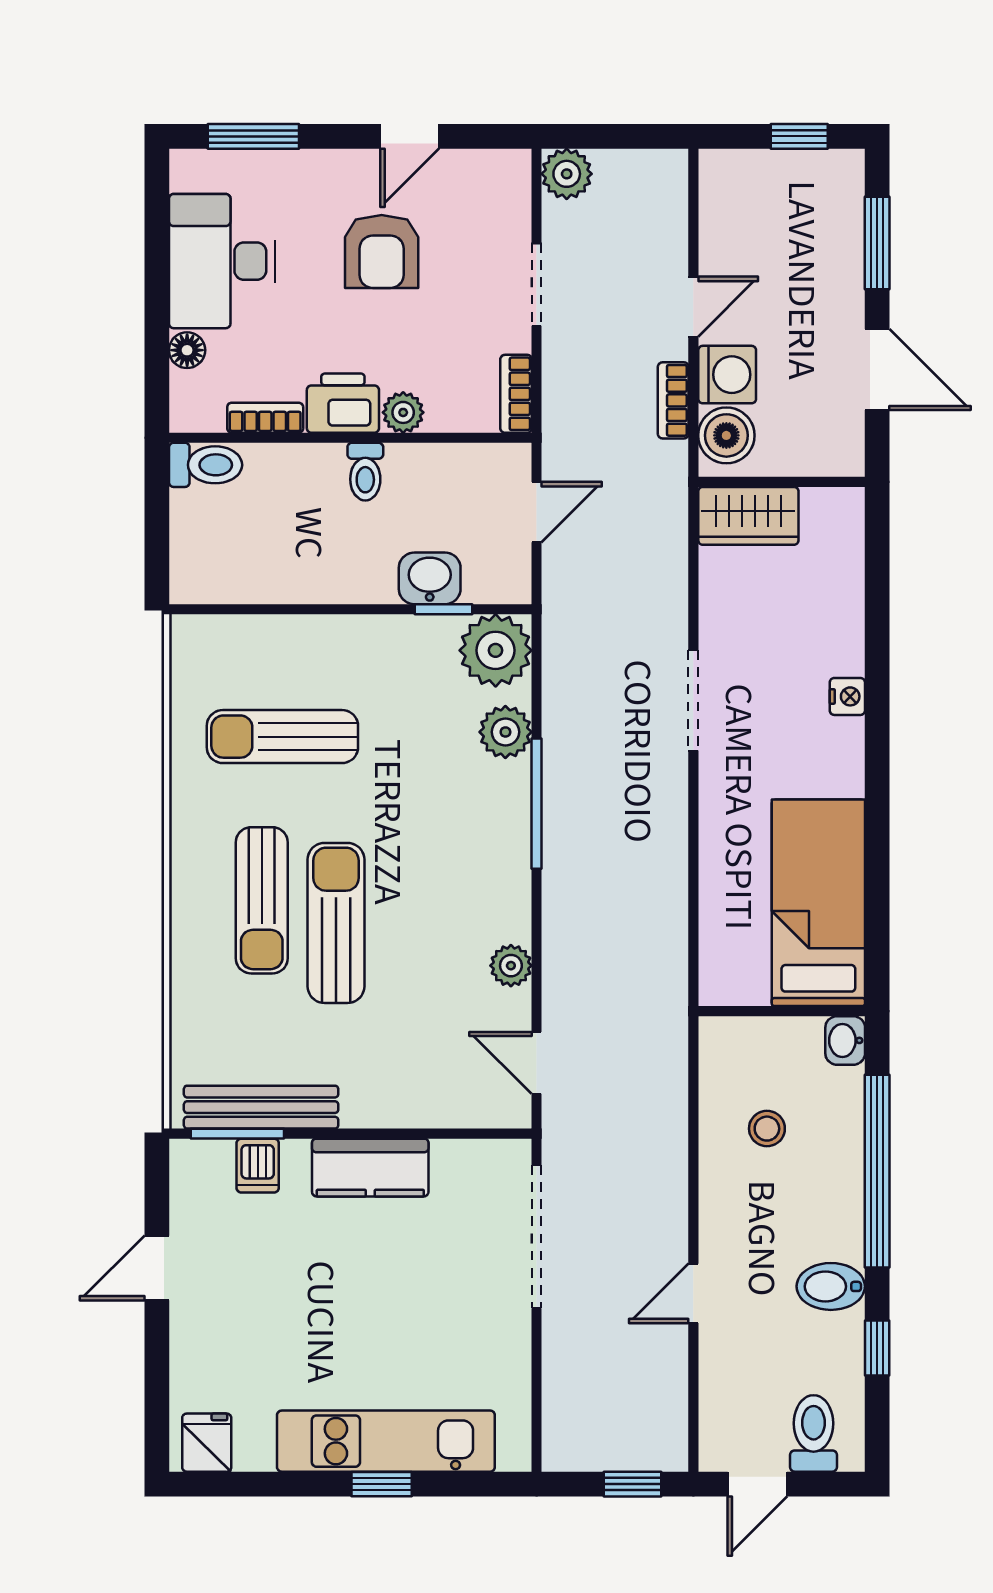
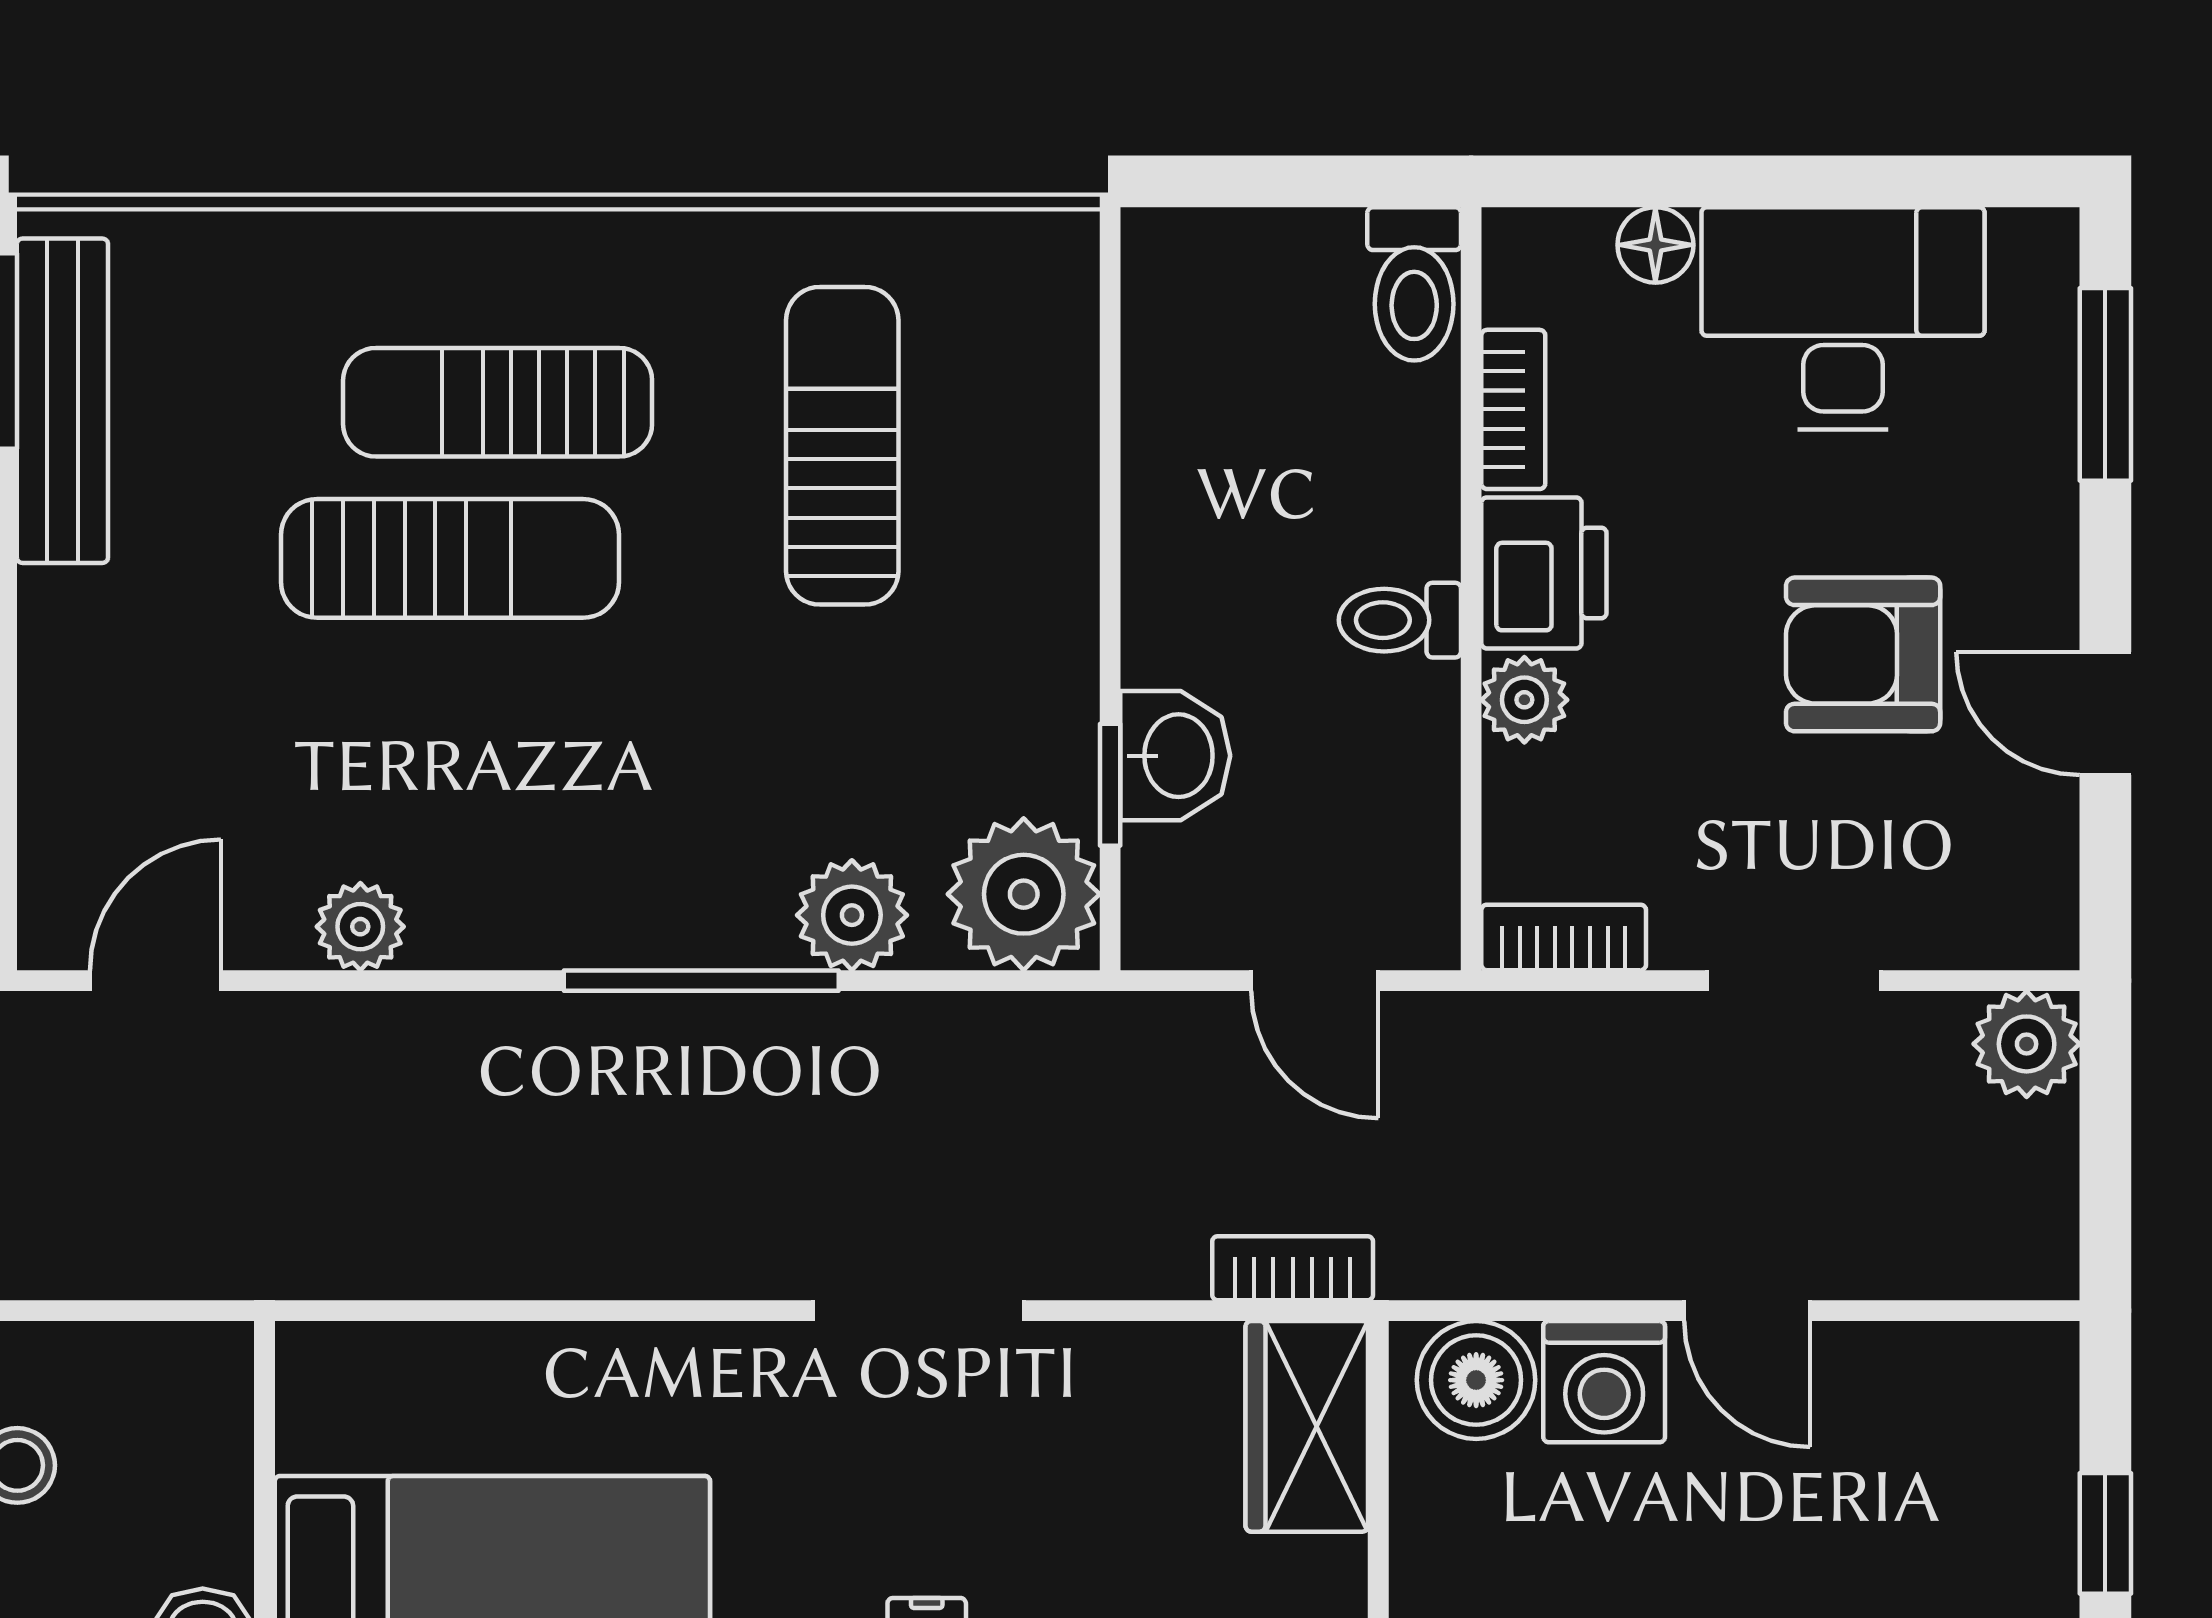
bookcase: (673, 400) -> (1293, 1268), moved

